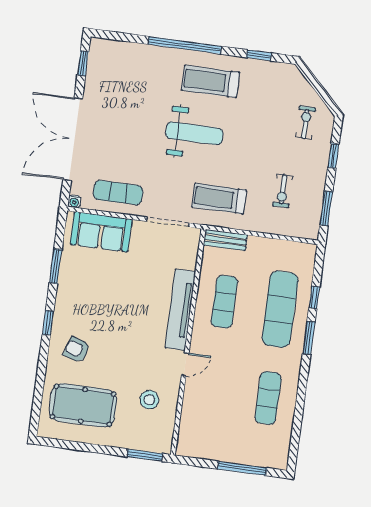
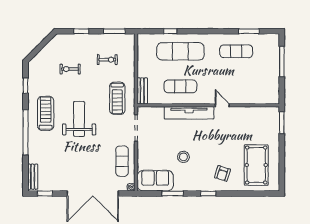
bench: (112, 47) -> (33, 177), added
treadmill: (210, 81) -> (46, 113), turned 180
exercise bike: (305, 123) -> (70, 69), moved
sofa: (101, 232) -> (155, 181), moved, turned -90
window: (309, 338) -> (249, 31), moved
stool: (149, 400) -> (183, 157), moved

